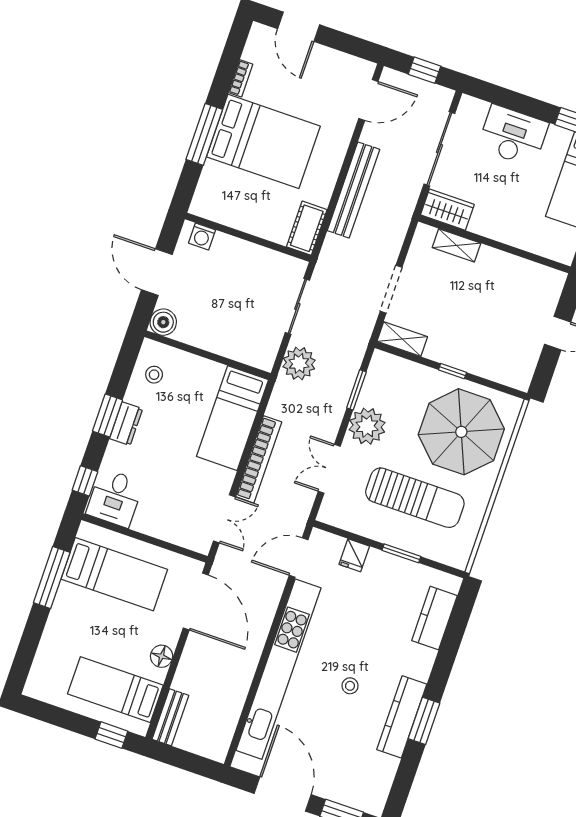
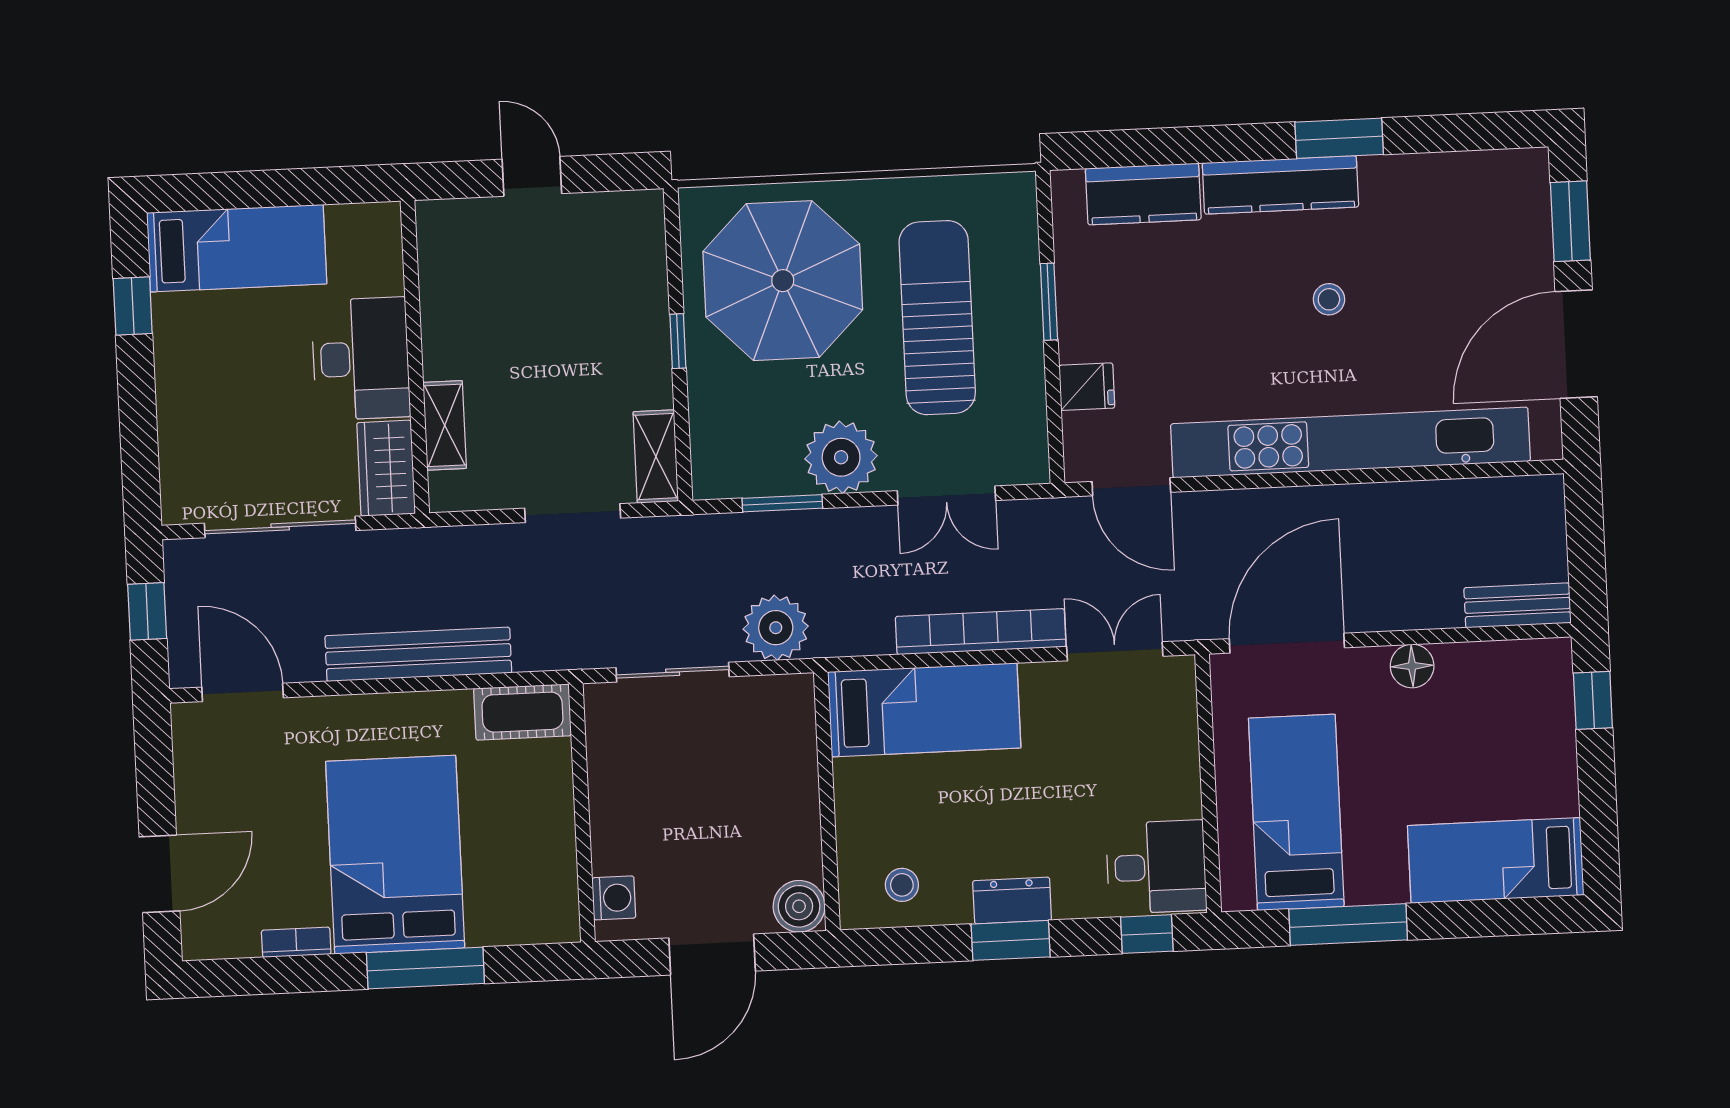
desk: (513, 136) -> (361, 359), moved, turned 180
bed: (115, 690) -> (1496, 860), moved, turned 90
kitchen counter: (402, 717) -> (1280, 185), moved

